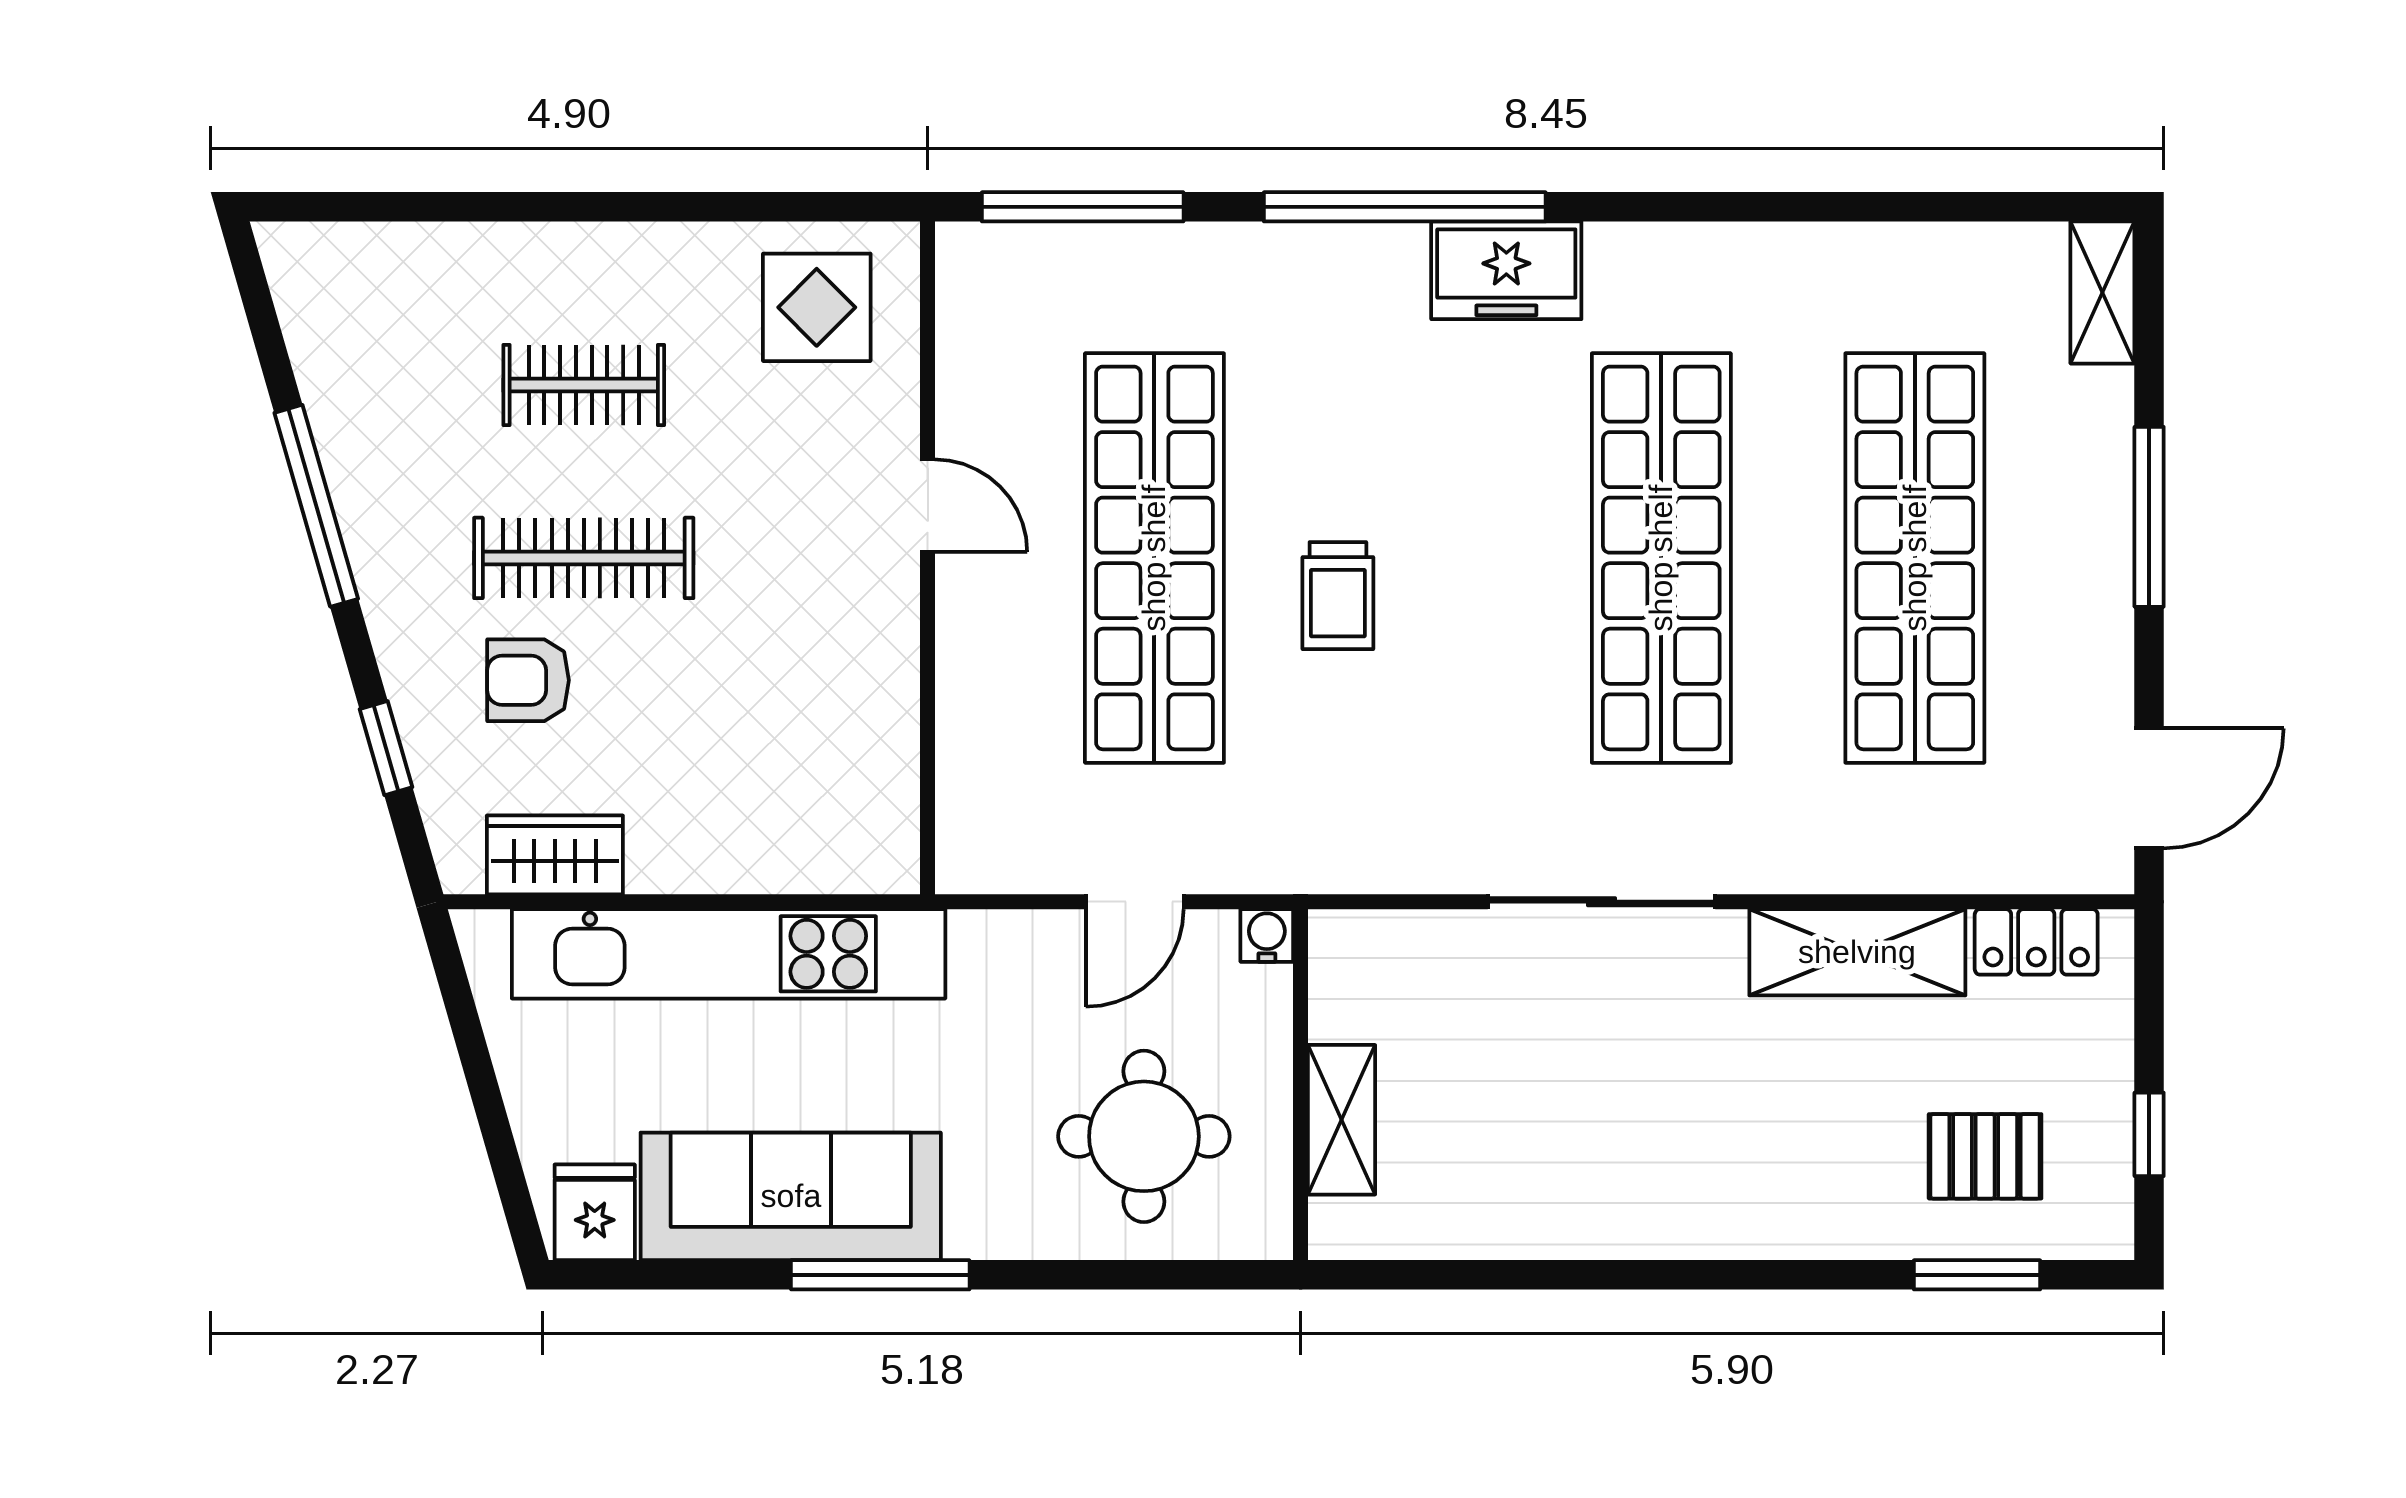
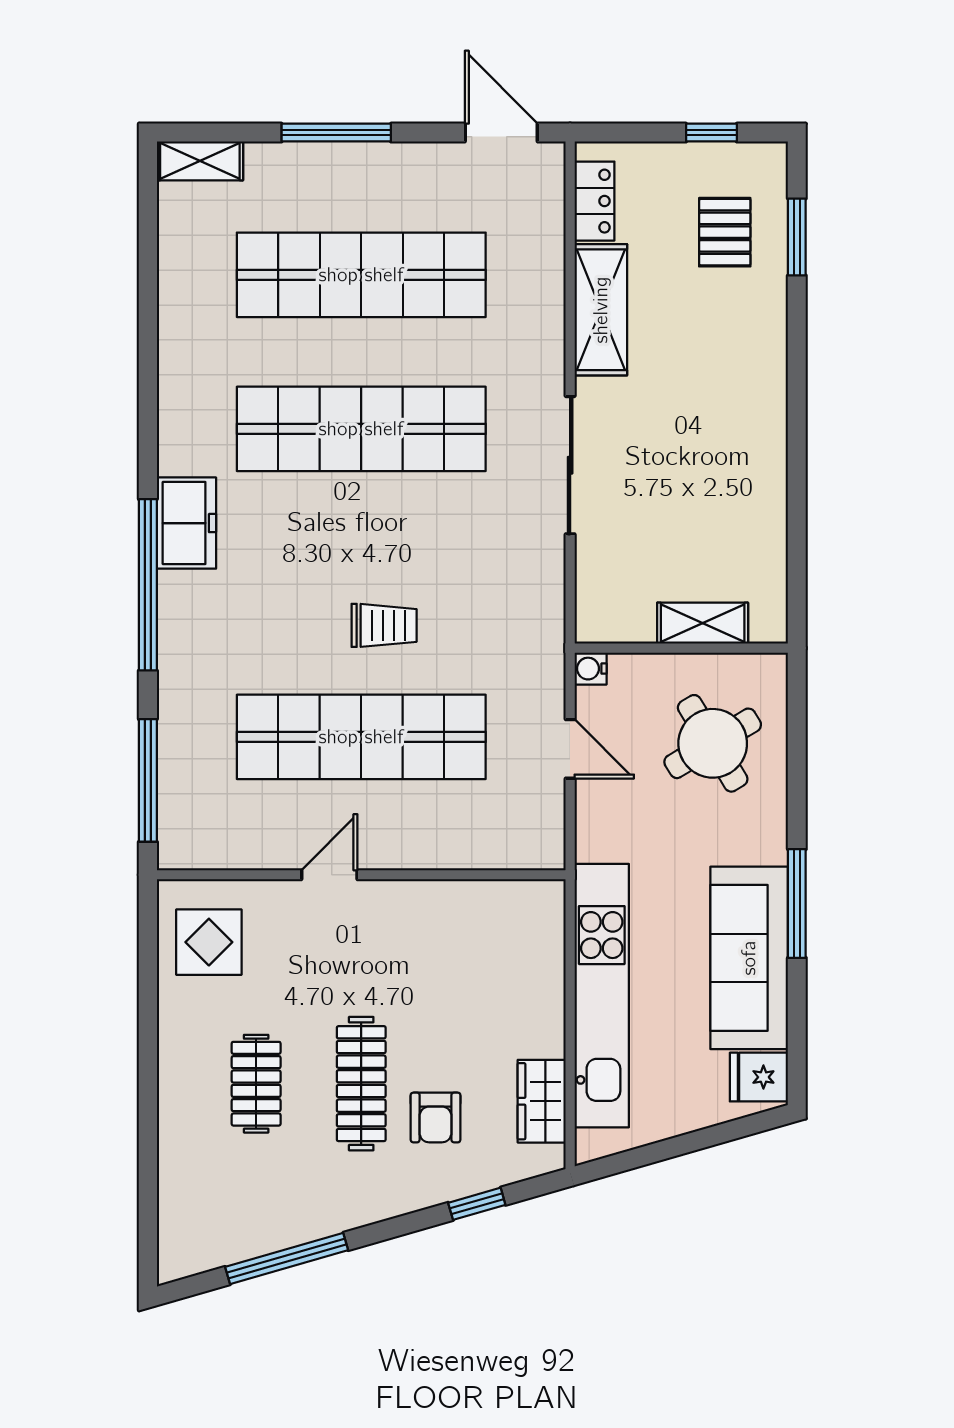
window: (316, 506) -> (287, 1259), moved
round table: (1144, 1136) -> (713, 743), turned -31

